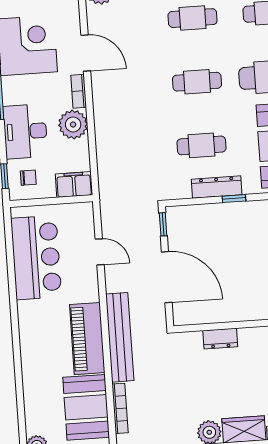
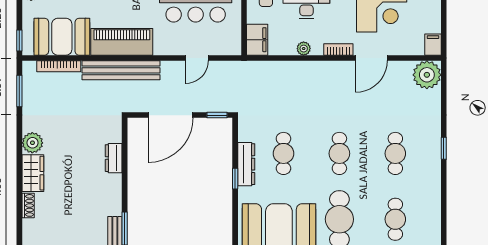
plant: (73, 125) -> (304, 49), width x0.53, depth x0.53

